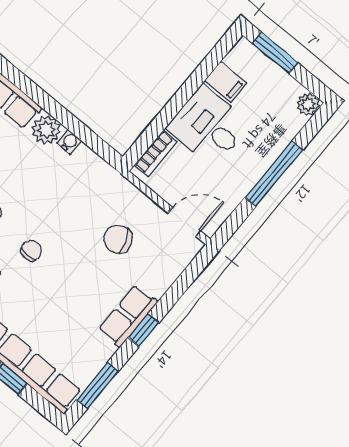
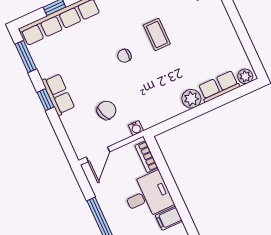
water cooler: (69, 142) -> (136, 128), moved
chair: (31, 250) -> (124, 56), turned 90

